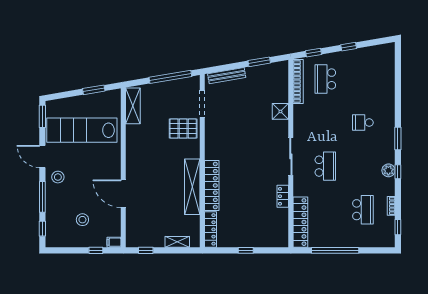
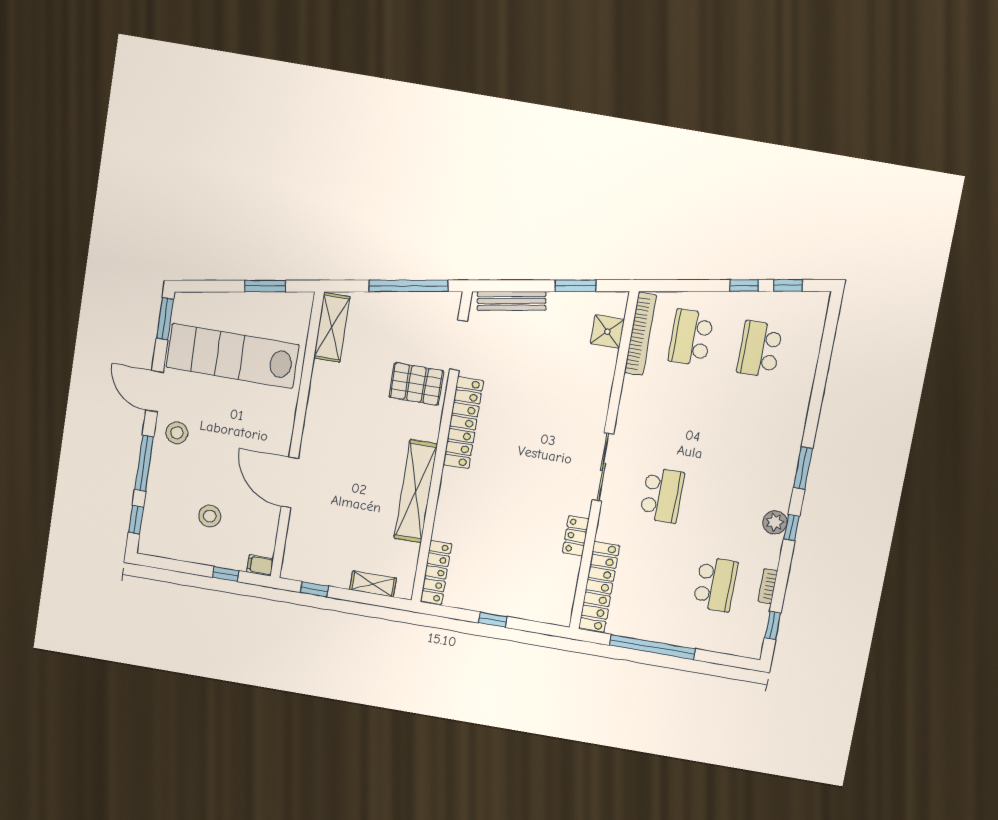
window: (313, 53) -> (788, 285), moved
shower: (280, 111) -> (607, 332), moved
school desk: (363, 123) -> (760, 349), moved, width x1.85
locker: (212, 185) -> (463, 423), moved

